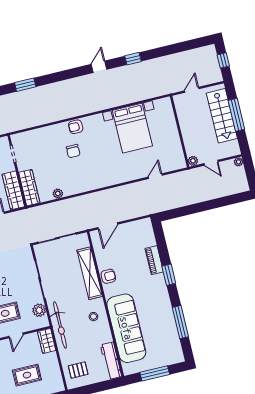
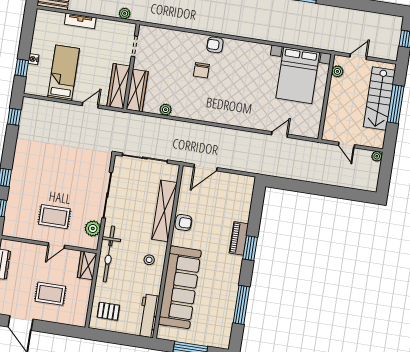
bed with nightstands: (132, 128) -> (298, 75), moved
plant: (193, 161) -> (337, 71), moved
piano: (154, 260) -> (239, 238), moved

